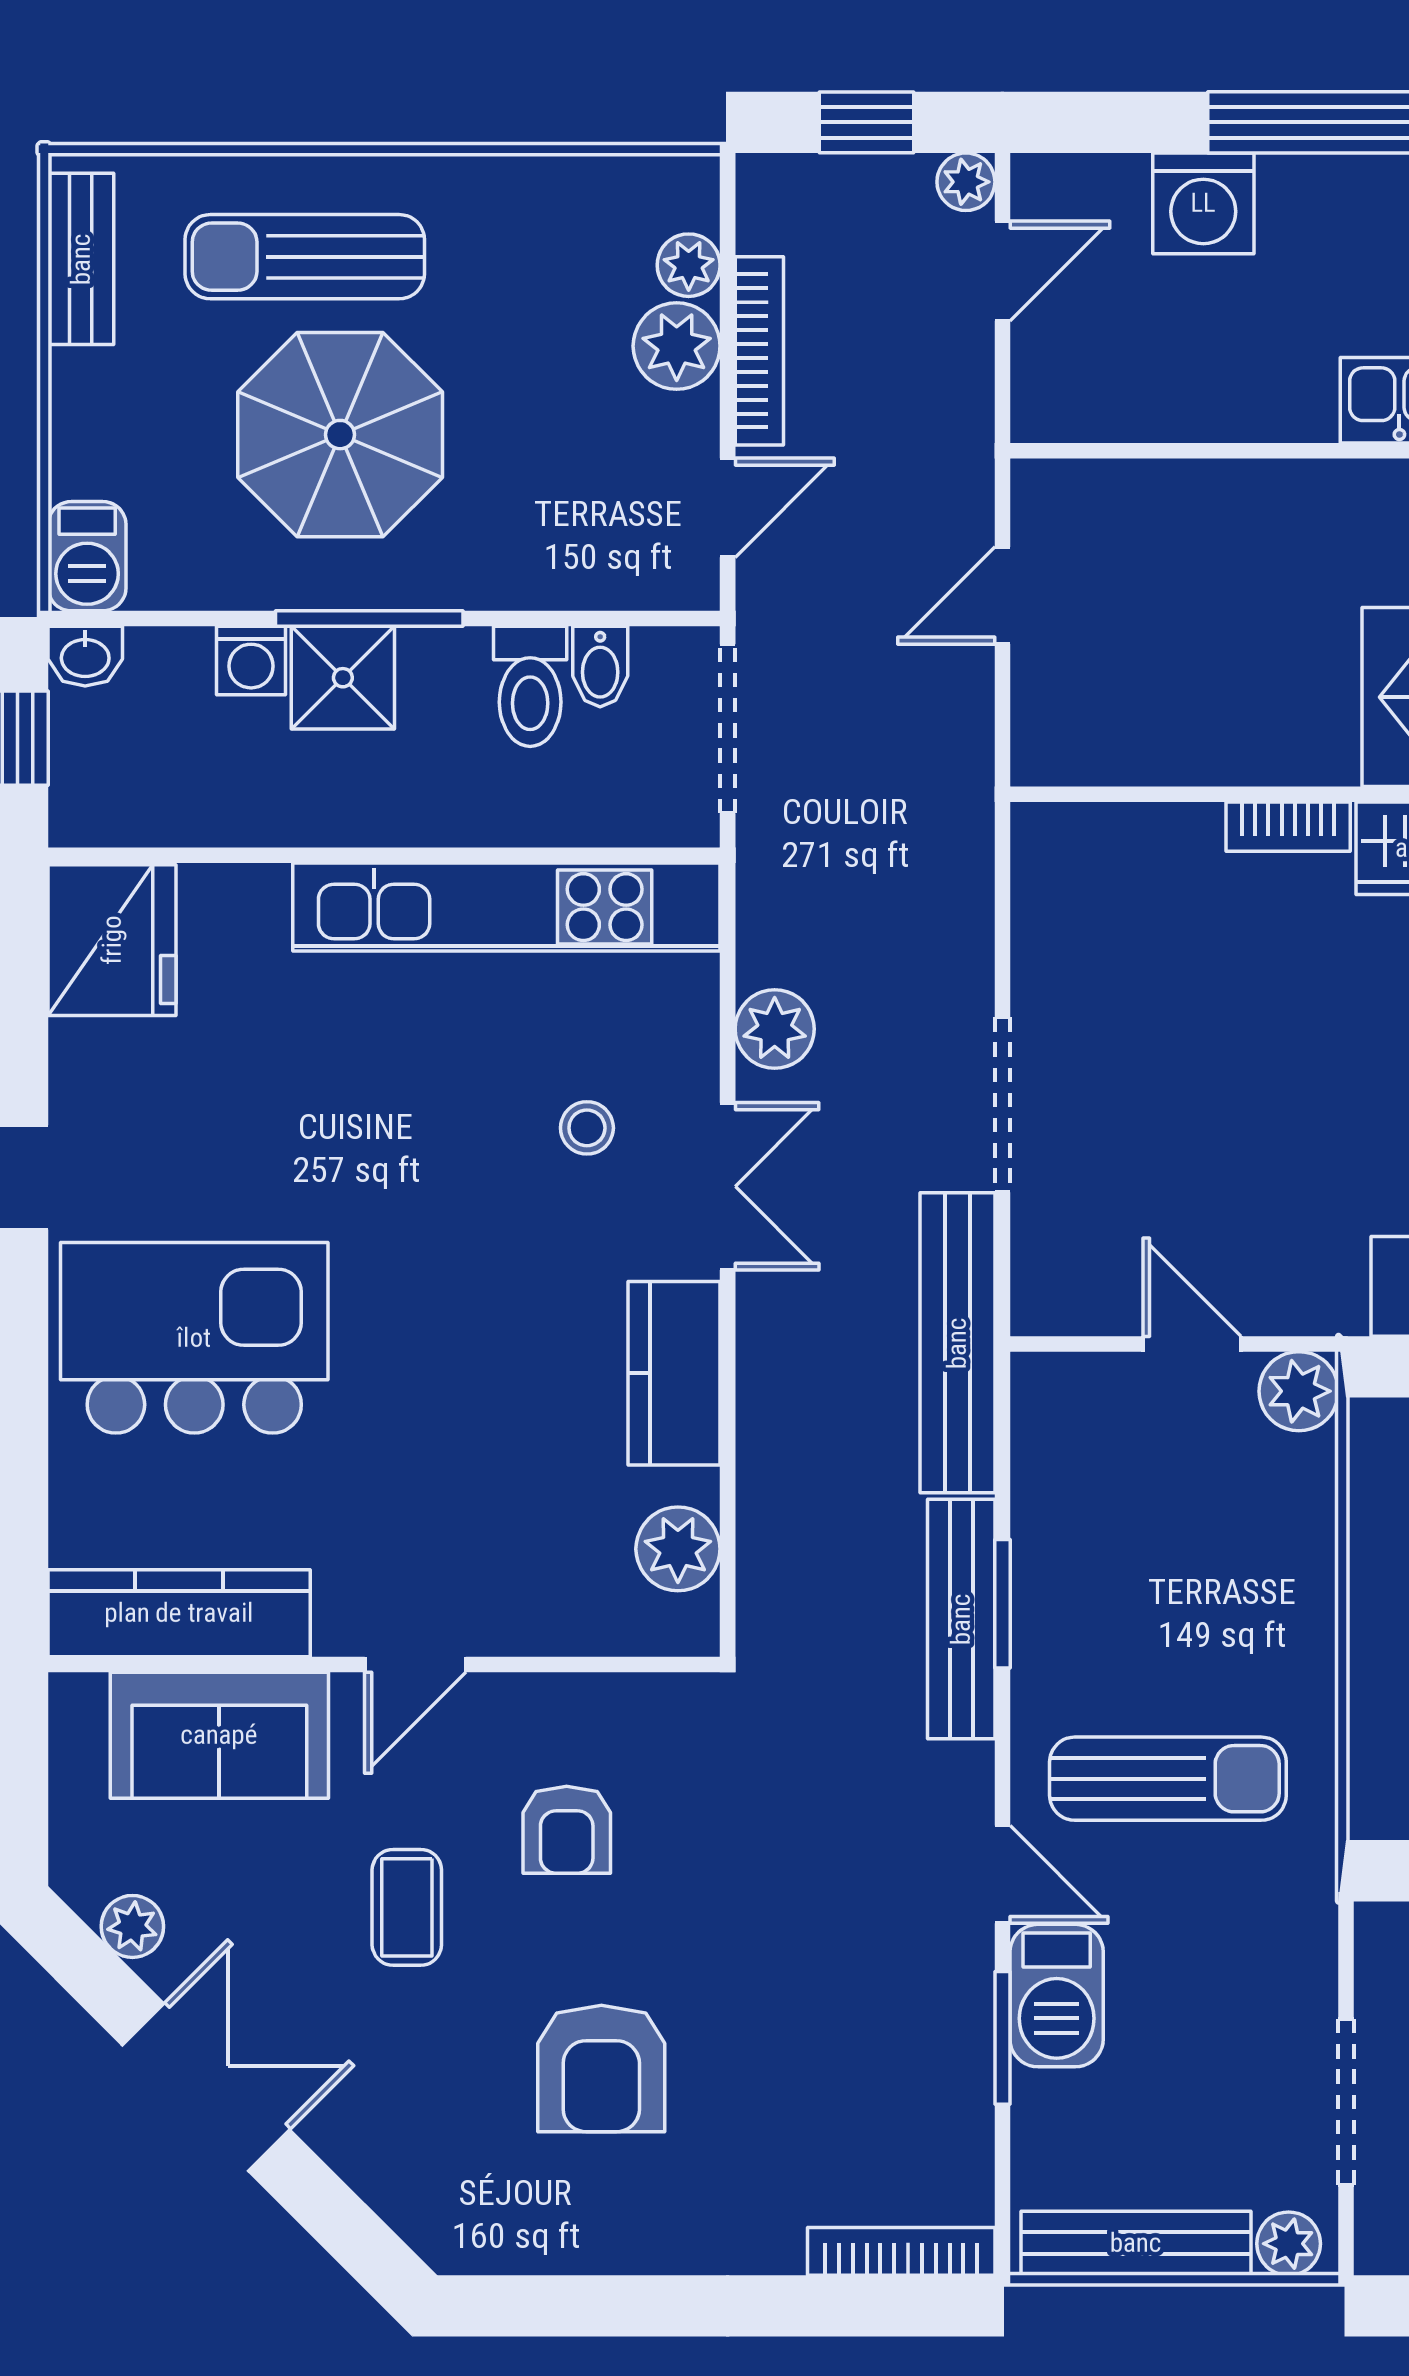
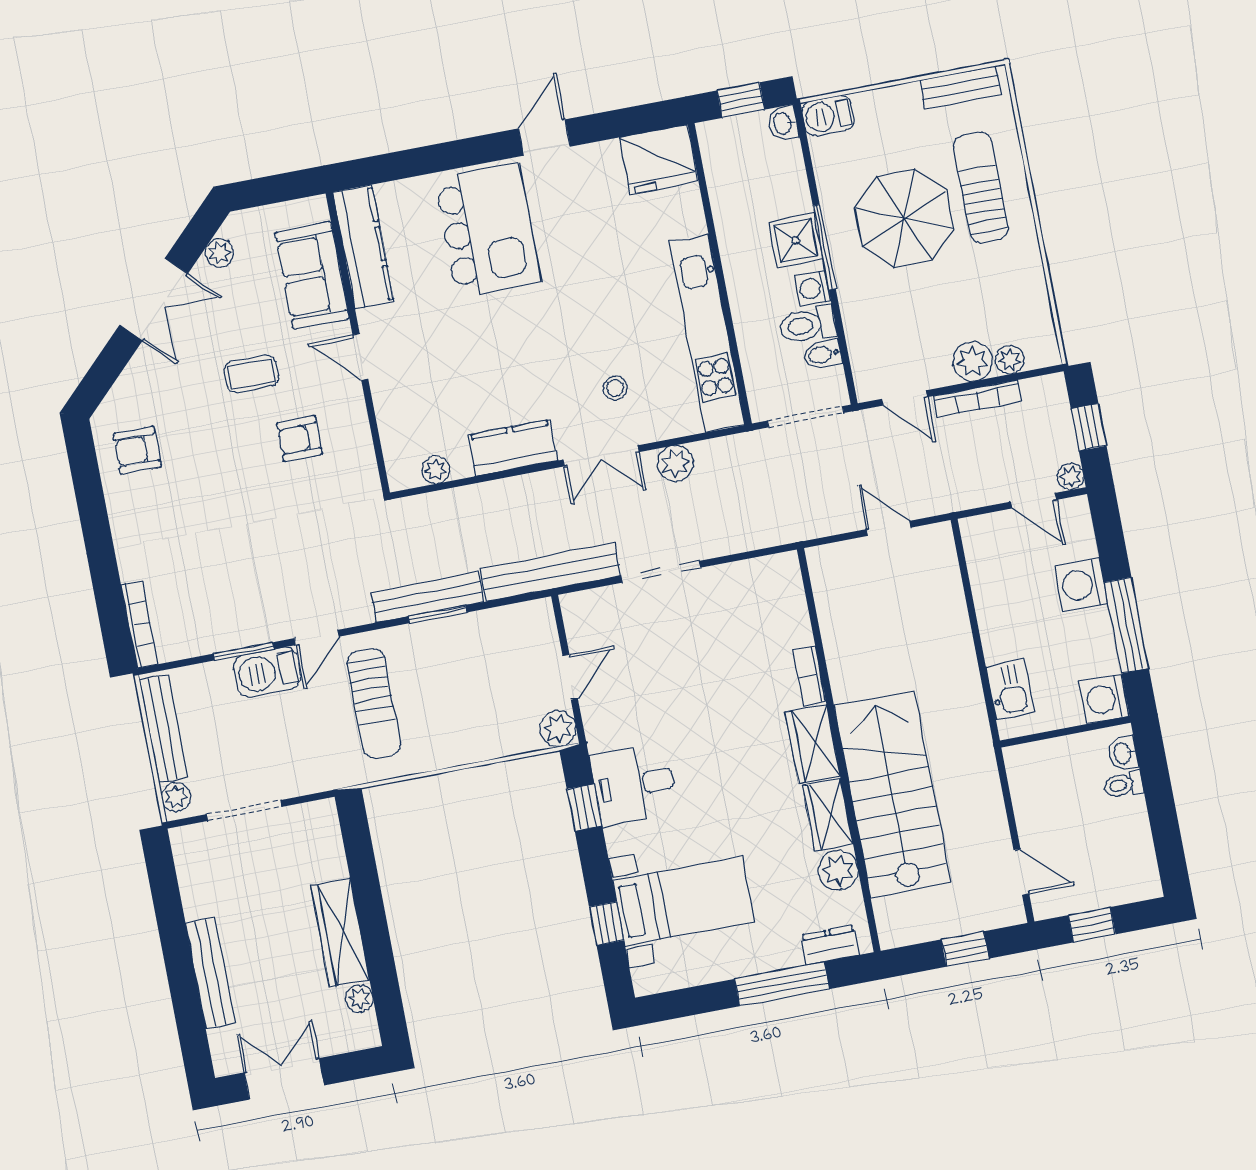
washing machine: (251, 661) -> (813, 288), moved
plant: (678, 1549) -> (436, 470), width x0.73, depth x0.73
armchair: (601, 2068) -> (137, 450), moved, width x0.72, depth x0.72

